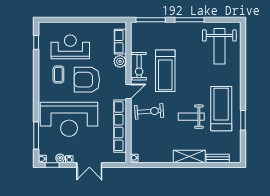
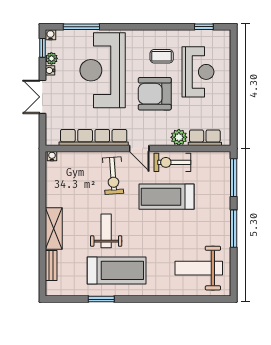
armchair: (87, 80) -> (155, 94), turned -90

